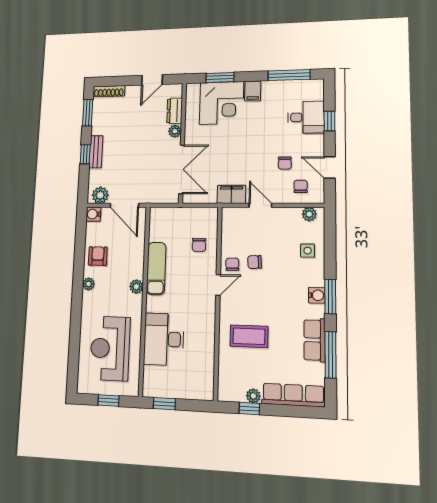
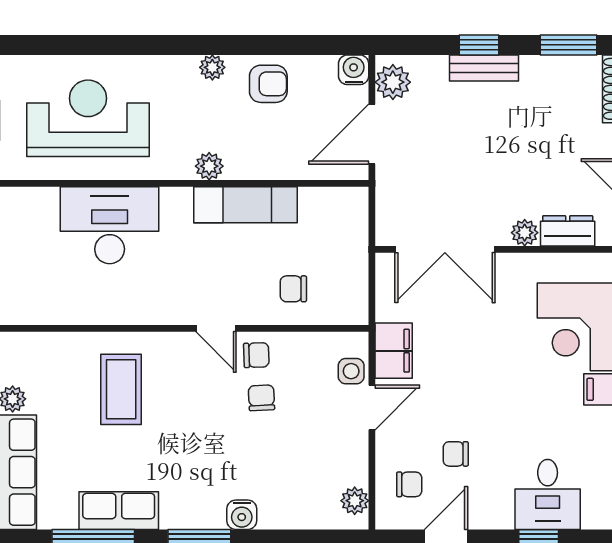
side table: (308, 251) -> (351, 371), moved
water cooler: (317, 295) -> (242, 515), moved

